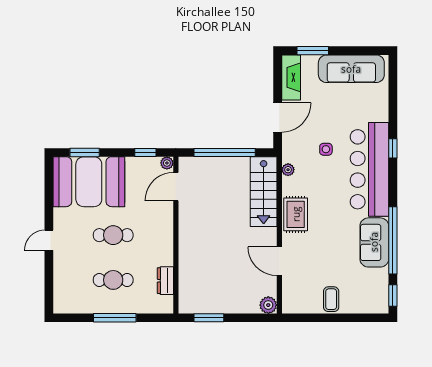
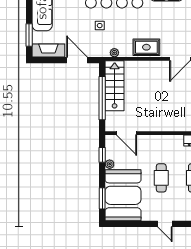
plant: (167, 163) -> (110, 164), moved
stairs: (264, 192) -> (115, 86), moved, turned -90

